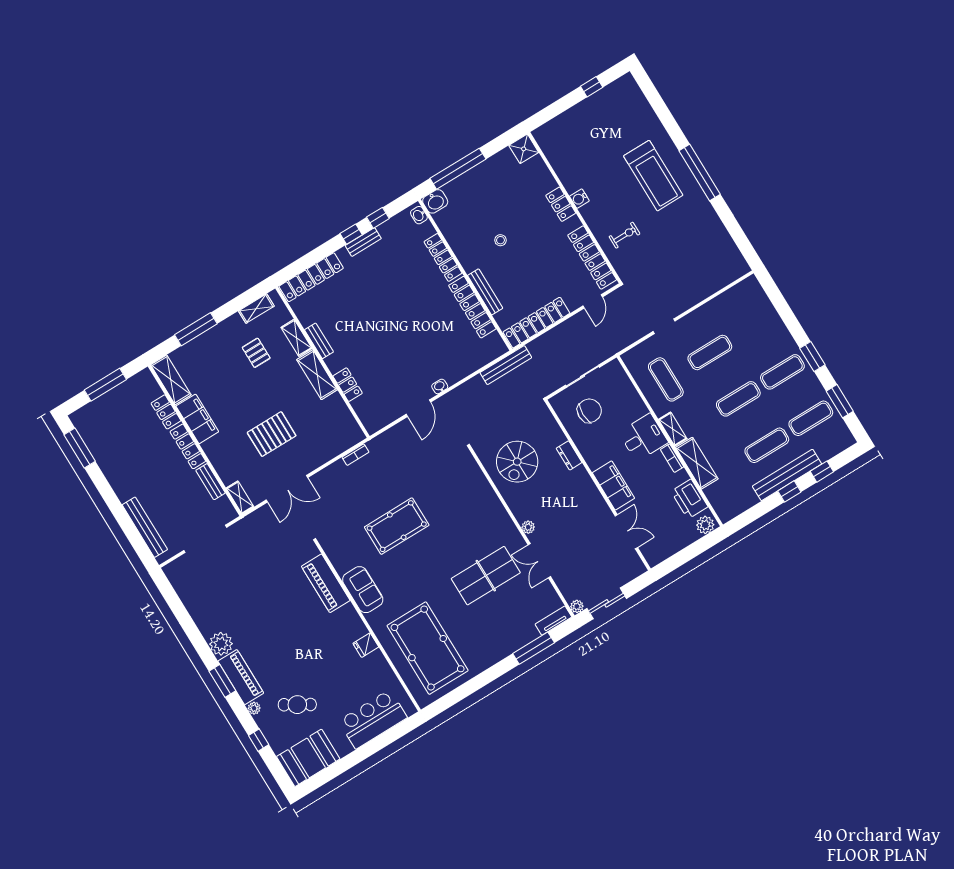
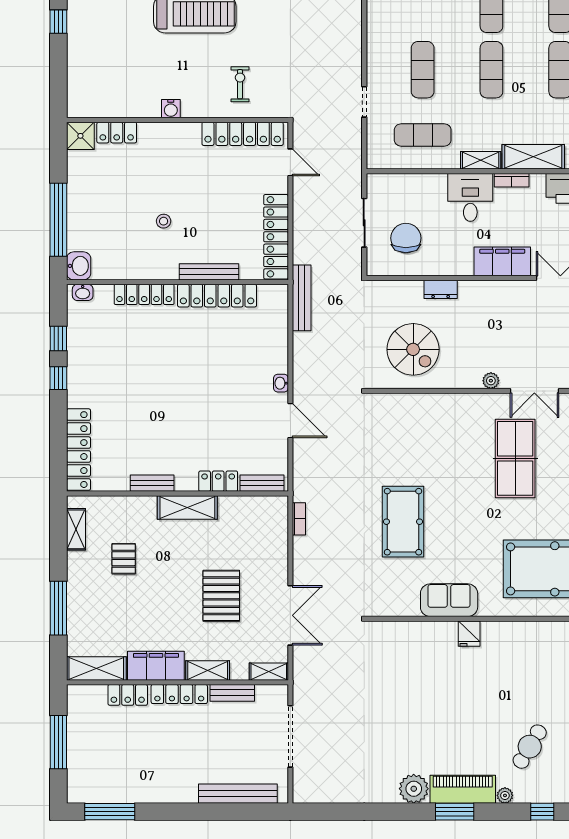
locker: (561, 204) -> (117, 133), moved
bench: (363, 242) -> (262, 483), moved, turned 90
shelving: (296, 338) -> (208, 671), moved
pallet: (256, 353) -> (124, 559), turned 90
piano: (326, 583) -> (418, 636), removed
fridge: (366, 645) -> (469, 634), moved

